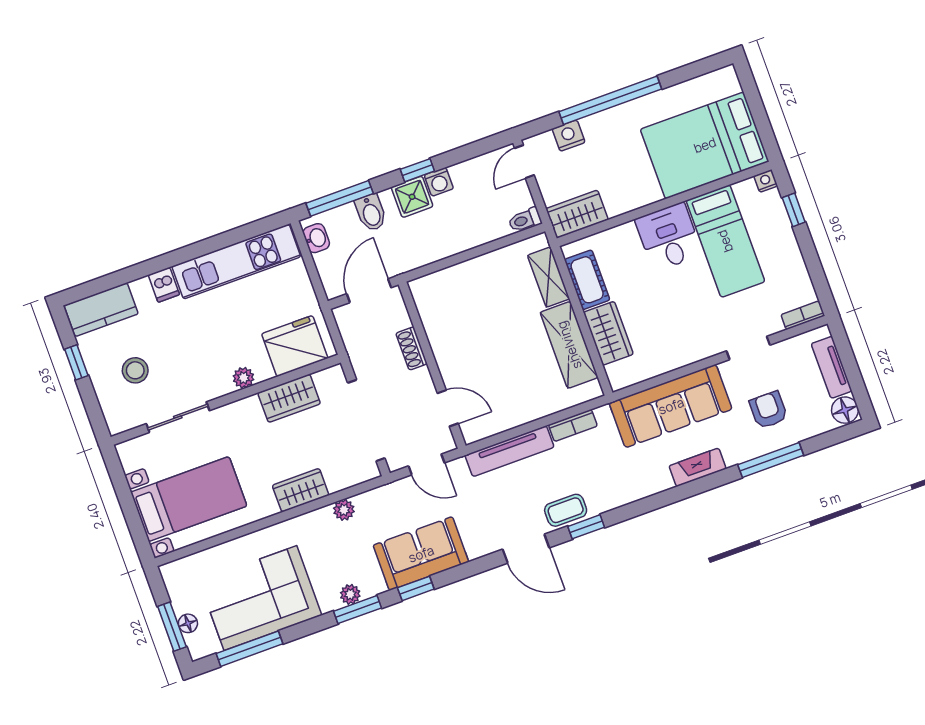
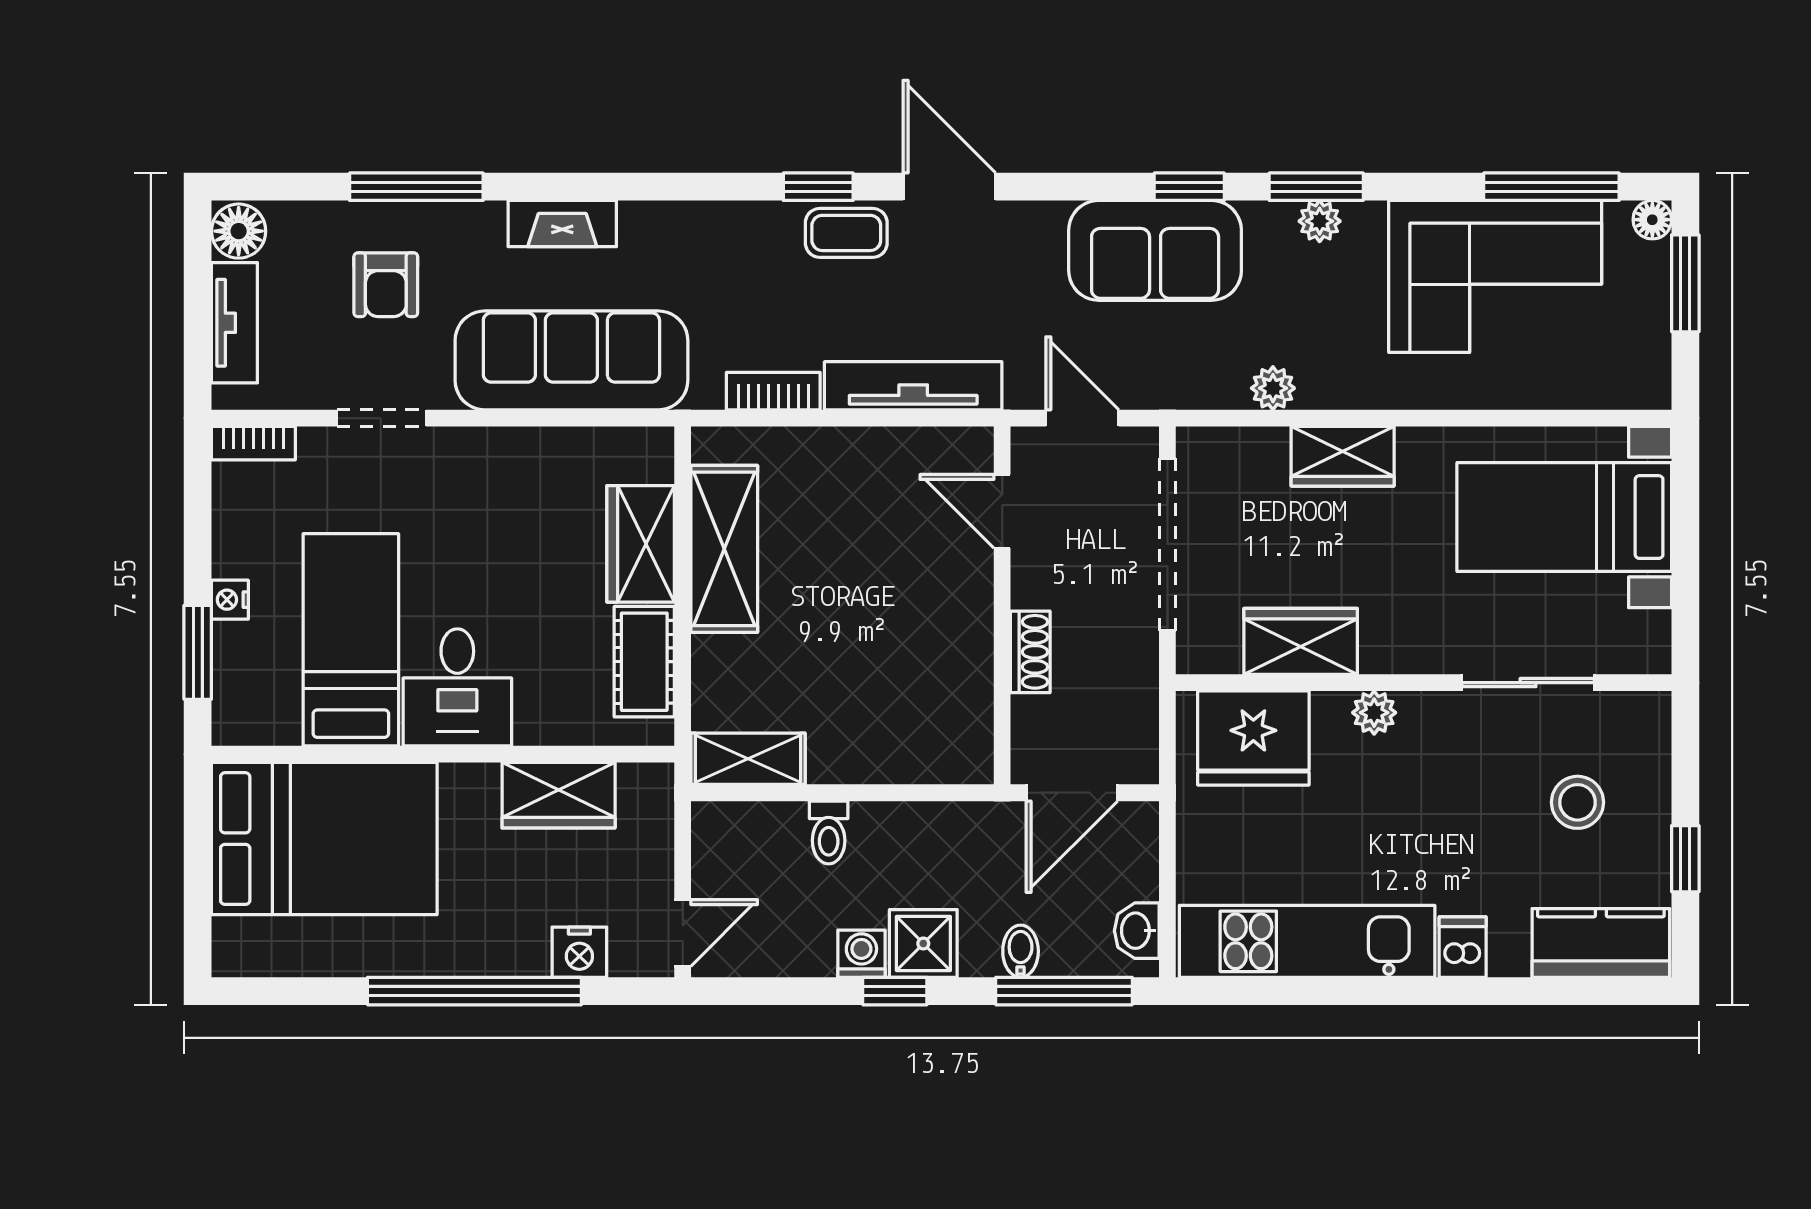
nightstand: (766, 181) -> (230, 600), moved, turned 90
window: (794, 210) -> (198, 652), width x1.50
bidet: (371, 213) -> (1021, 951), width x0.72, depth x0.74
wardrobe: (577, 214) -> (559, 795), moved
toilet: (525, 220) -> (829, 832), moved, turned 90
shelving: (549, 277) -> (748, 759), moved, turned 90
floor lamp: (188, 623) -> (1652, 220), moved

